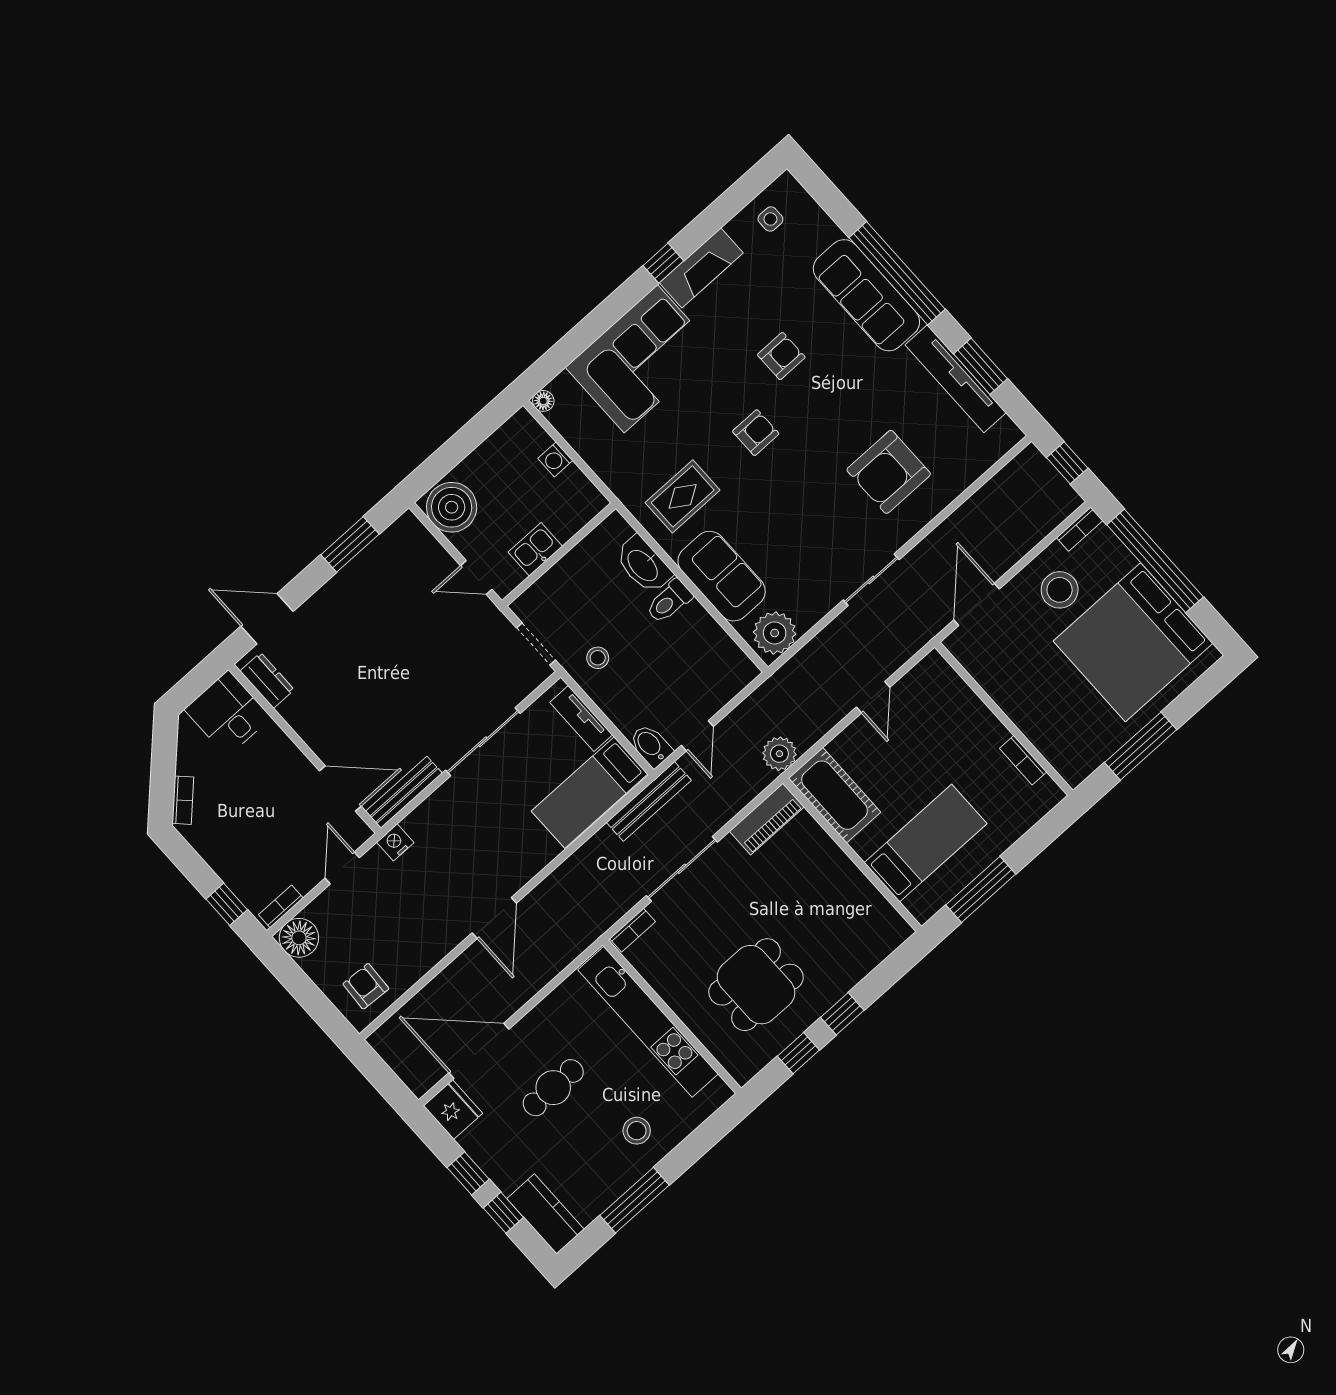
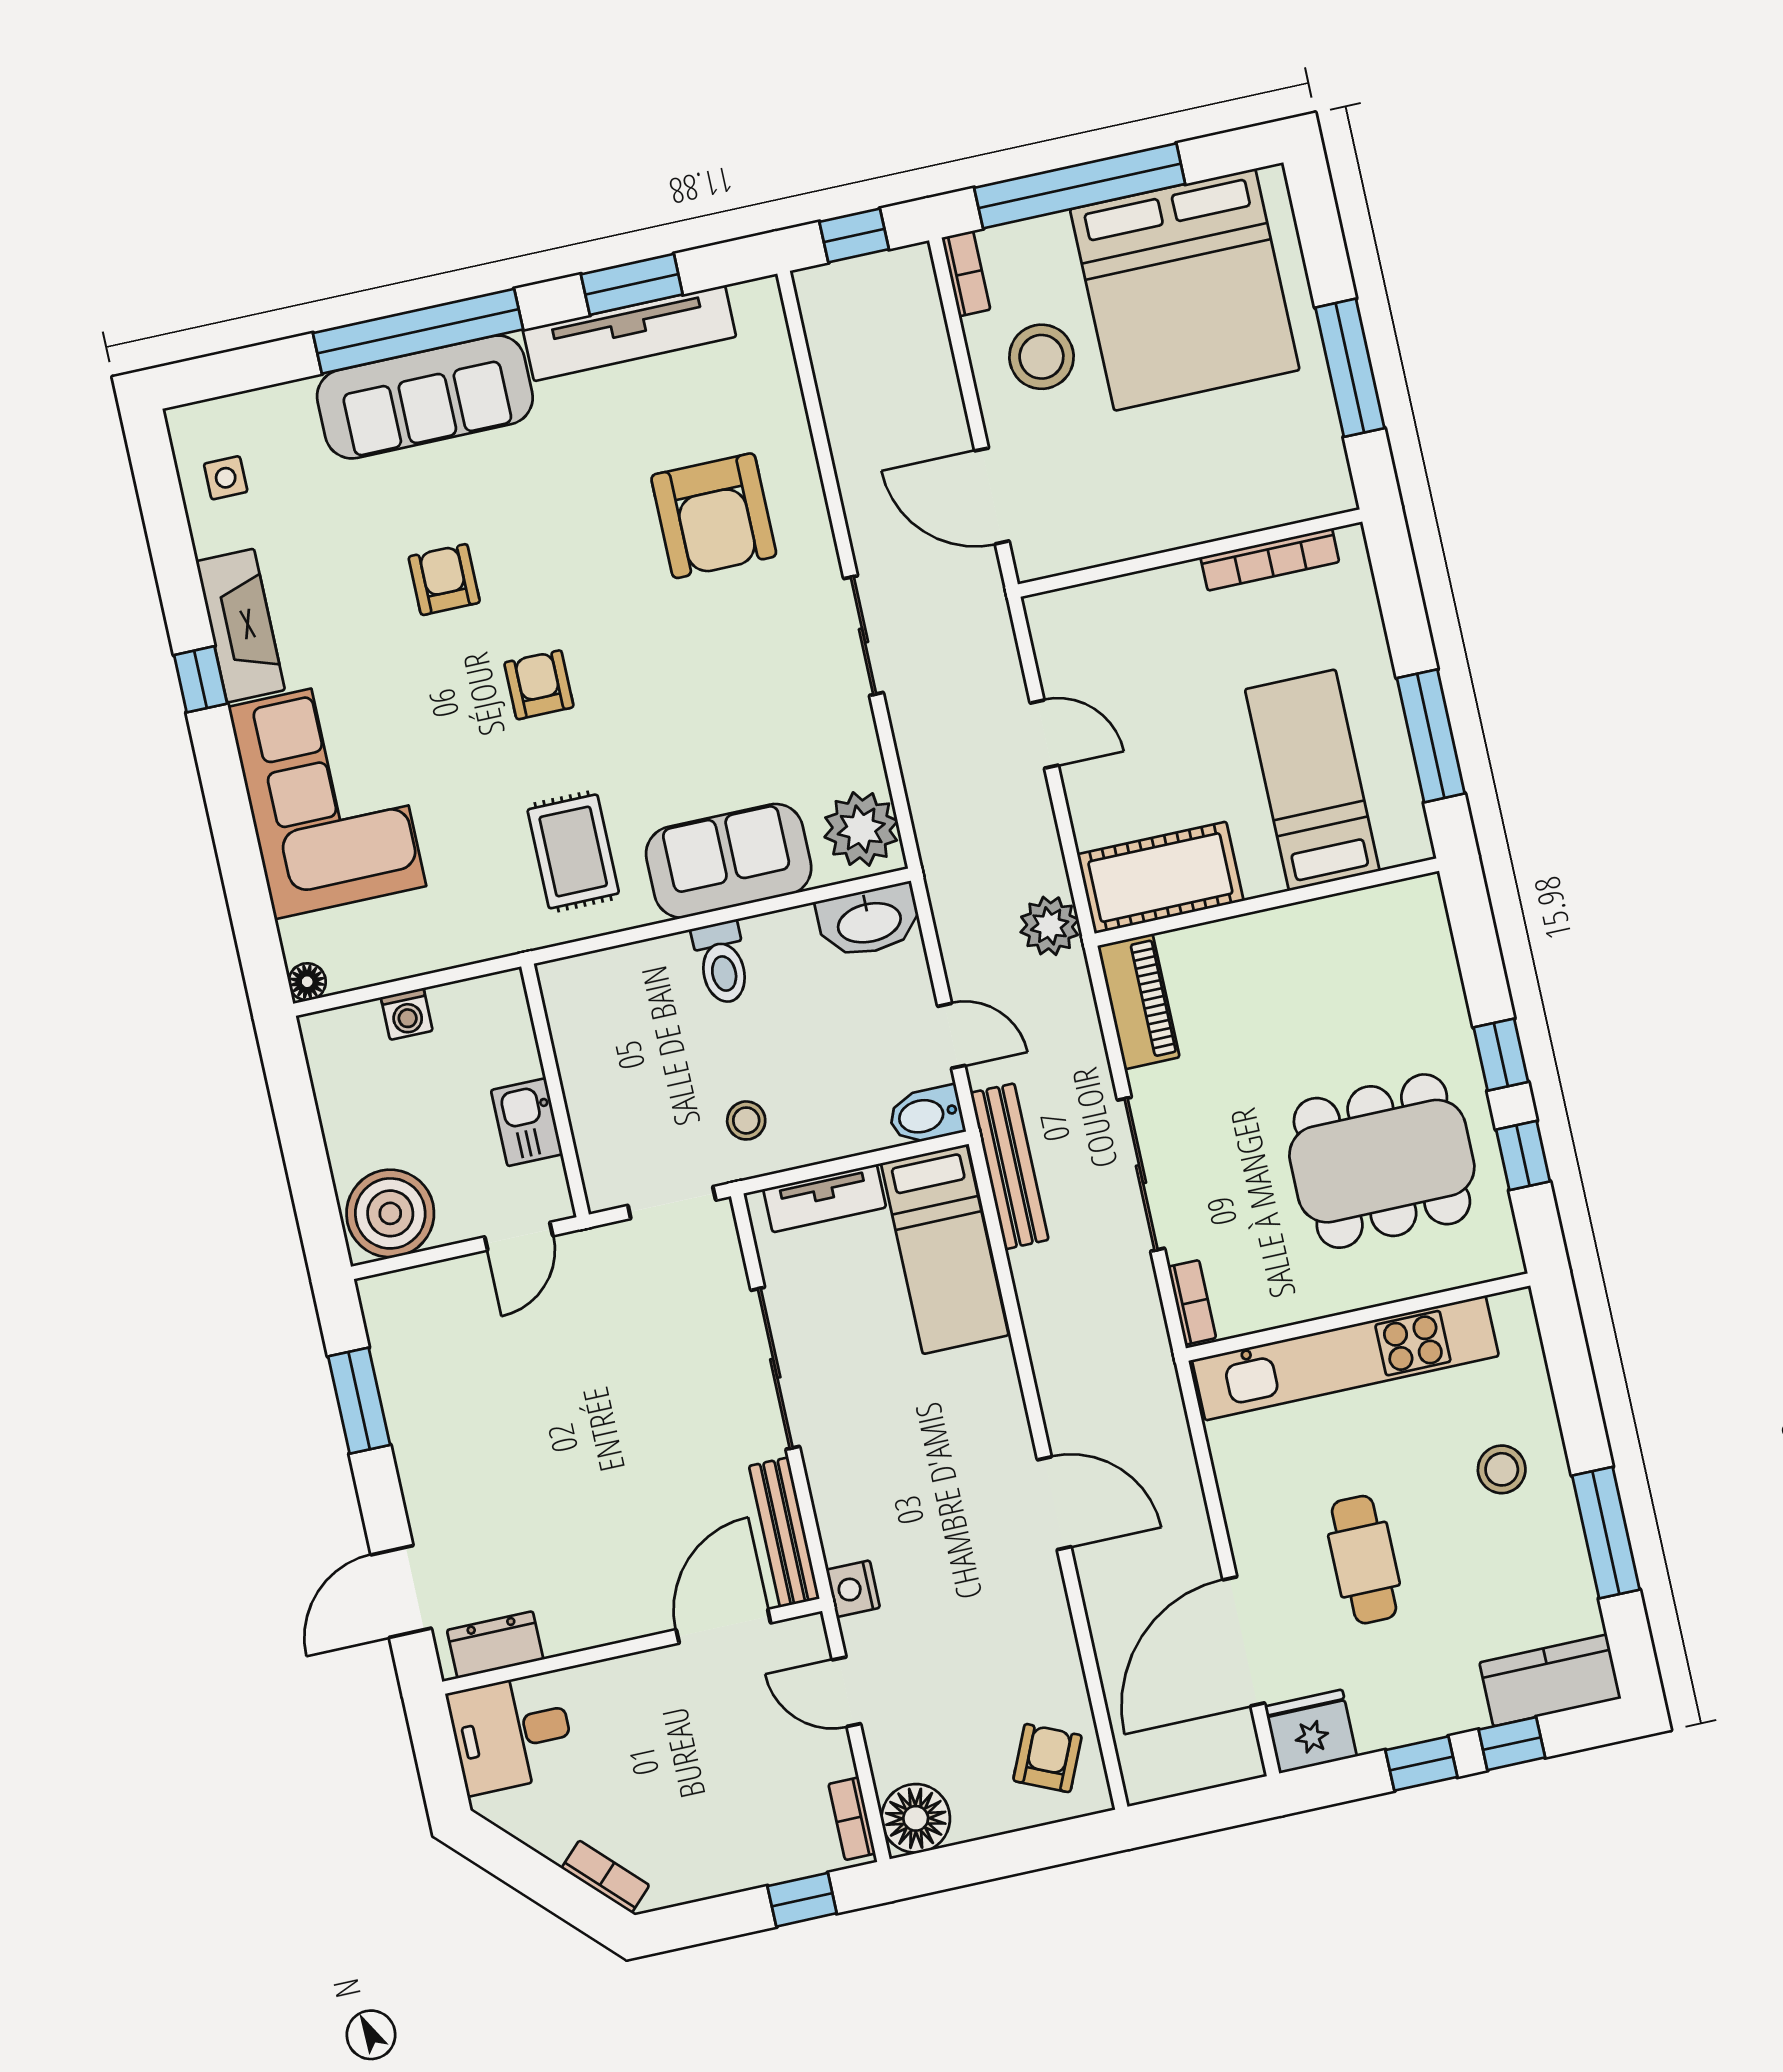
washbasin: (643, 565) -> (869, 921), moved
bookcase: (1023, 760) -> (1270, 560), width x1.56
dining table: (756, 985) -> (1382, 1161), width x1.38
armchair: (366, 986) -> (1047, 1758), turned 111

